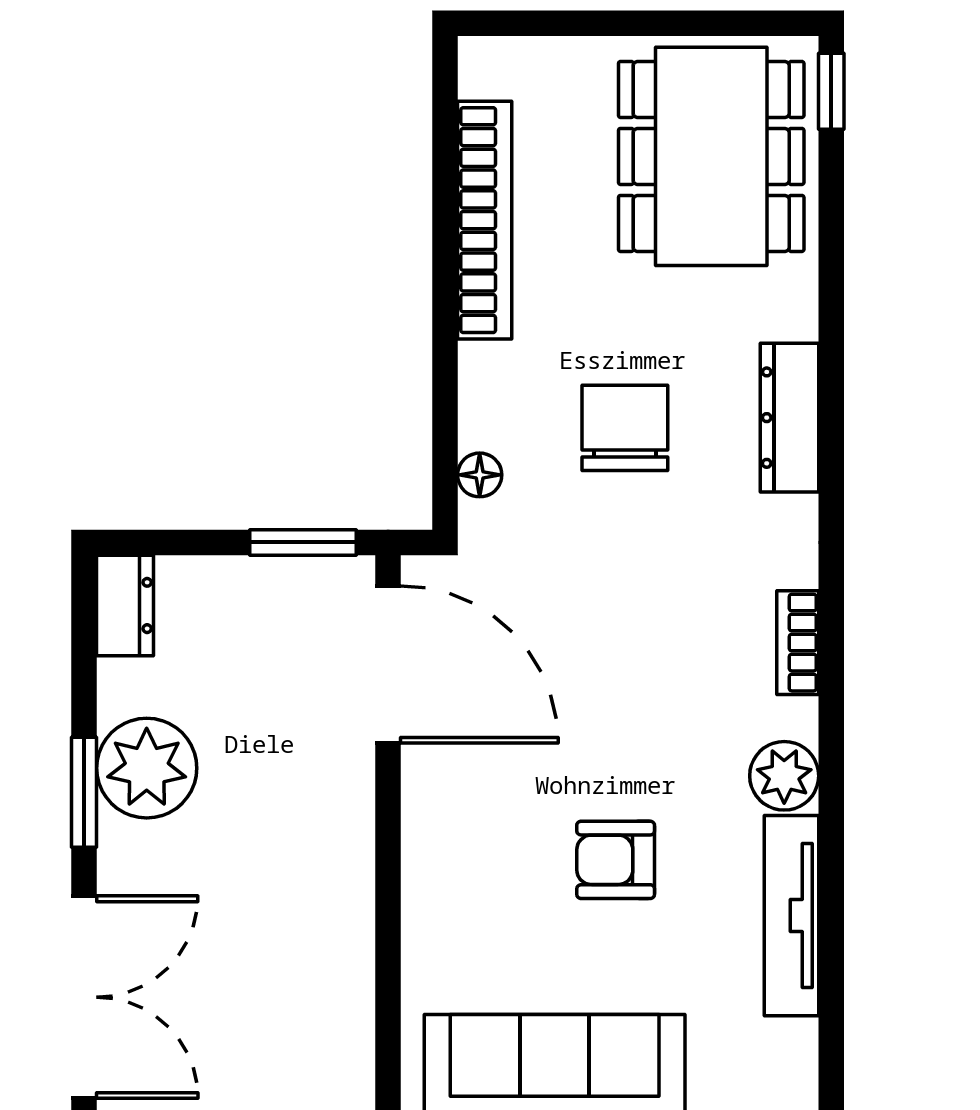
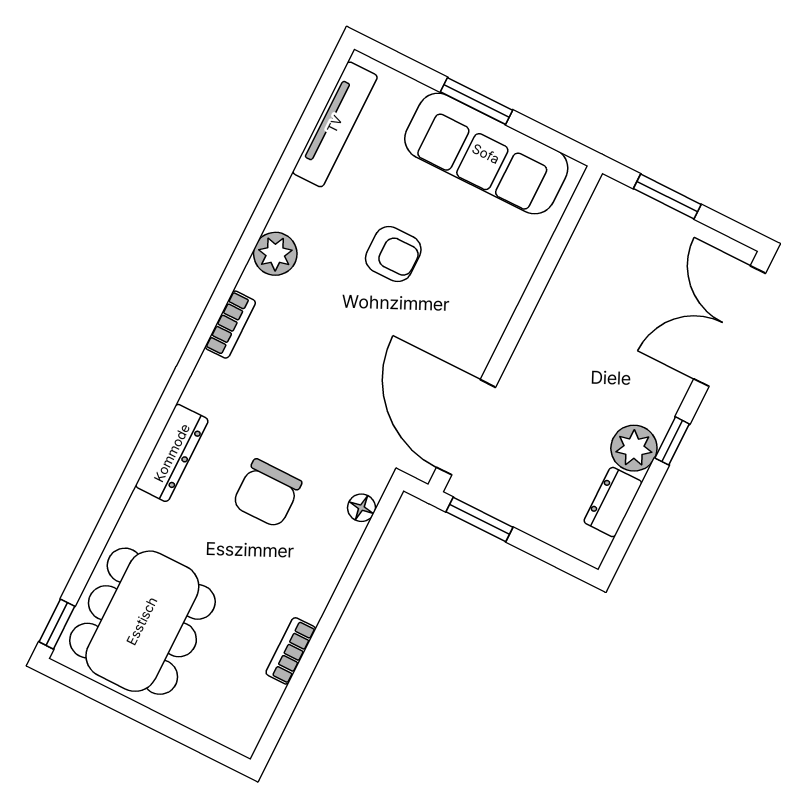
bookcase: (485, 220) -> (291, 651), width x0.43, depth x0.76
dresser: (125, 605) -> (613, 502), moved
plant: (147, 768) -> (634, 448), width x0.73, depth x0.73
window: (84, 792) -> (672, 441), width x0.67
tv unit: (791, 916) -> (335, 124), moved

